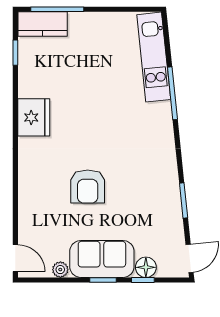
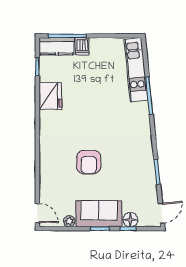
dishwasher: (79, 24) -> (82, 46), added
fridge: (34, 117) -> (50, 96), moved

